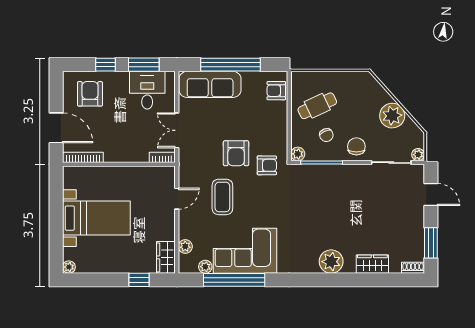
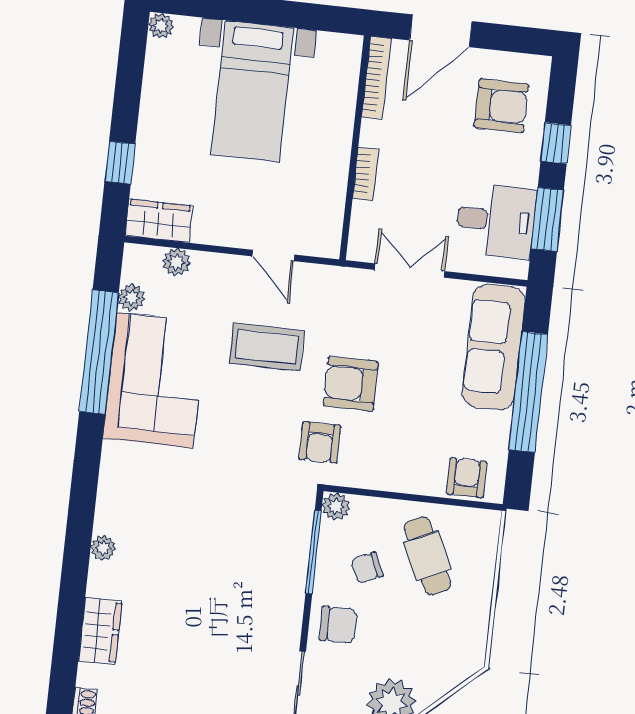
bookcase: (162, 157) -> (366, 174), moved
plant: (331, 262) -> (103, 548), width x0.53, depth x0.53

